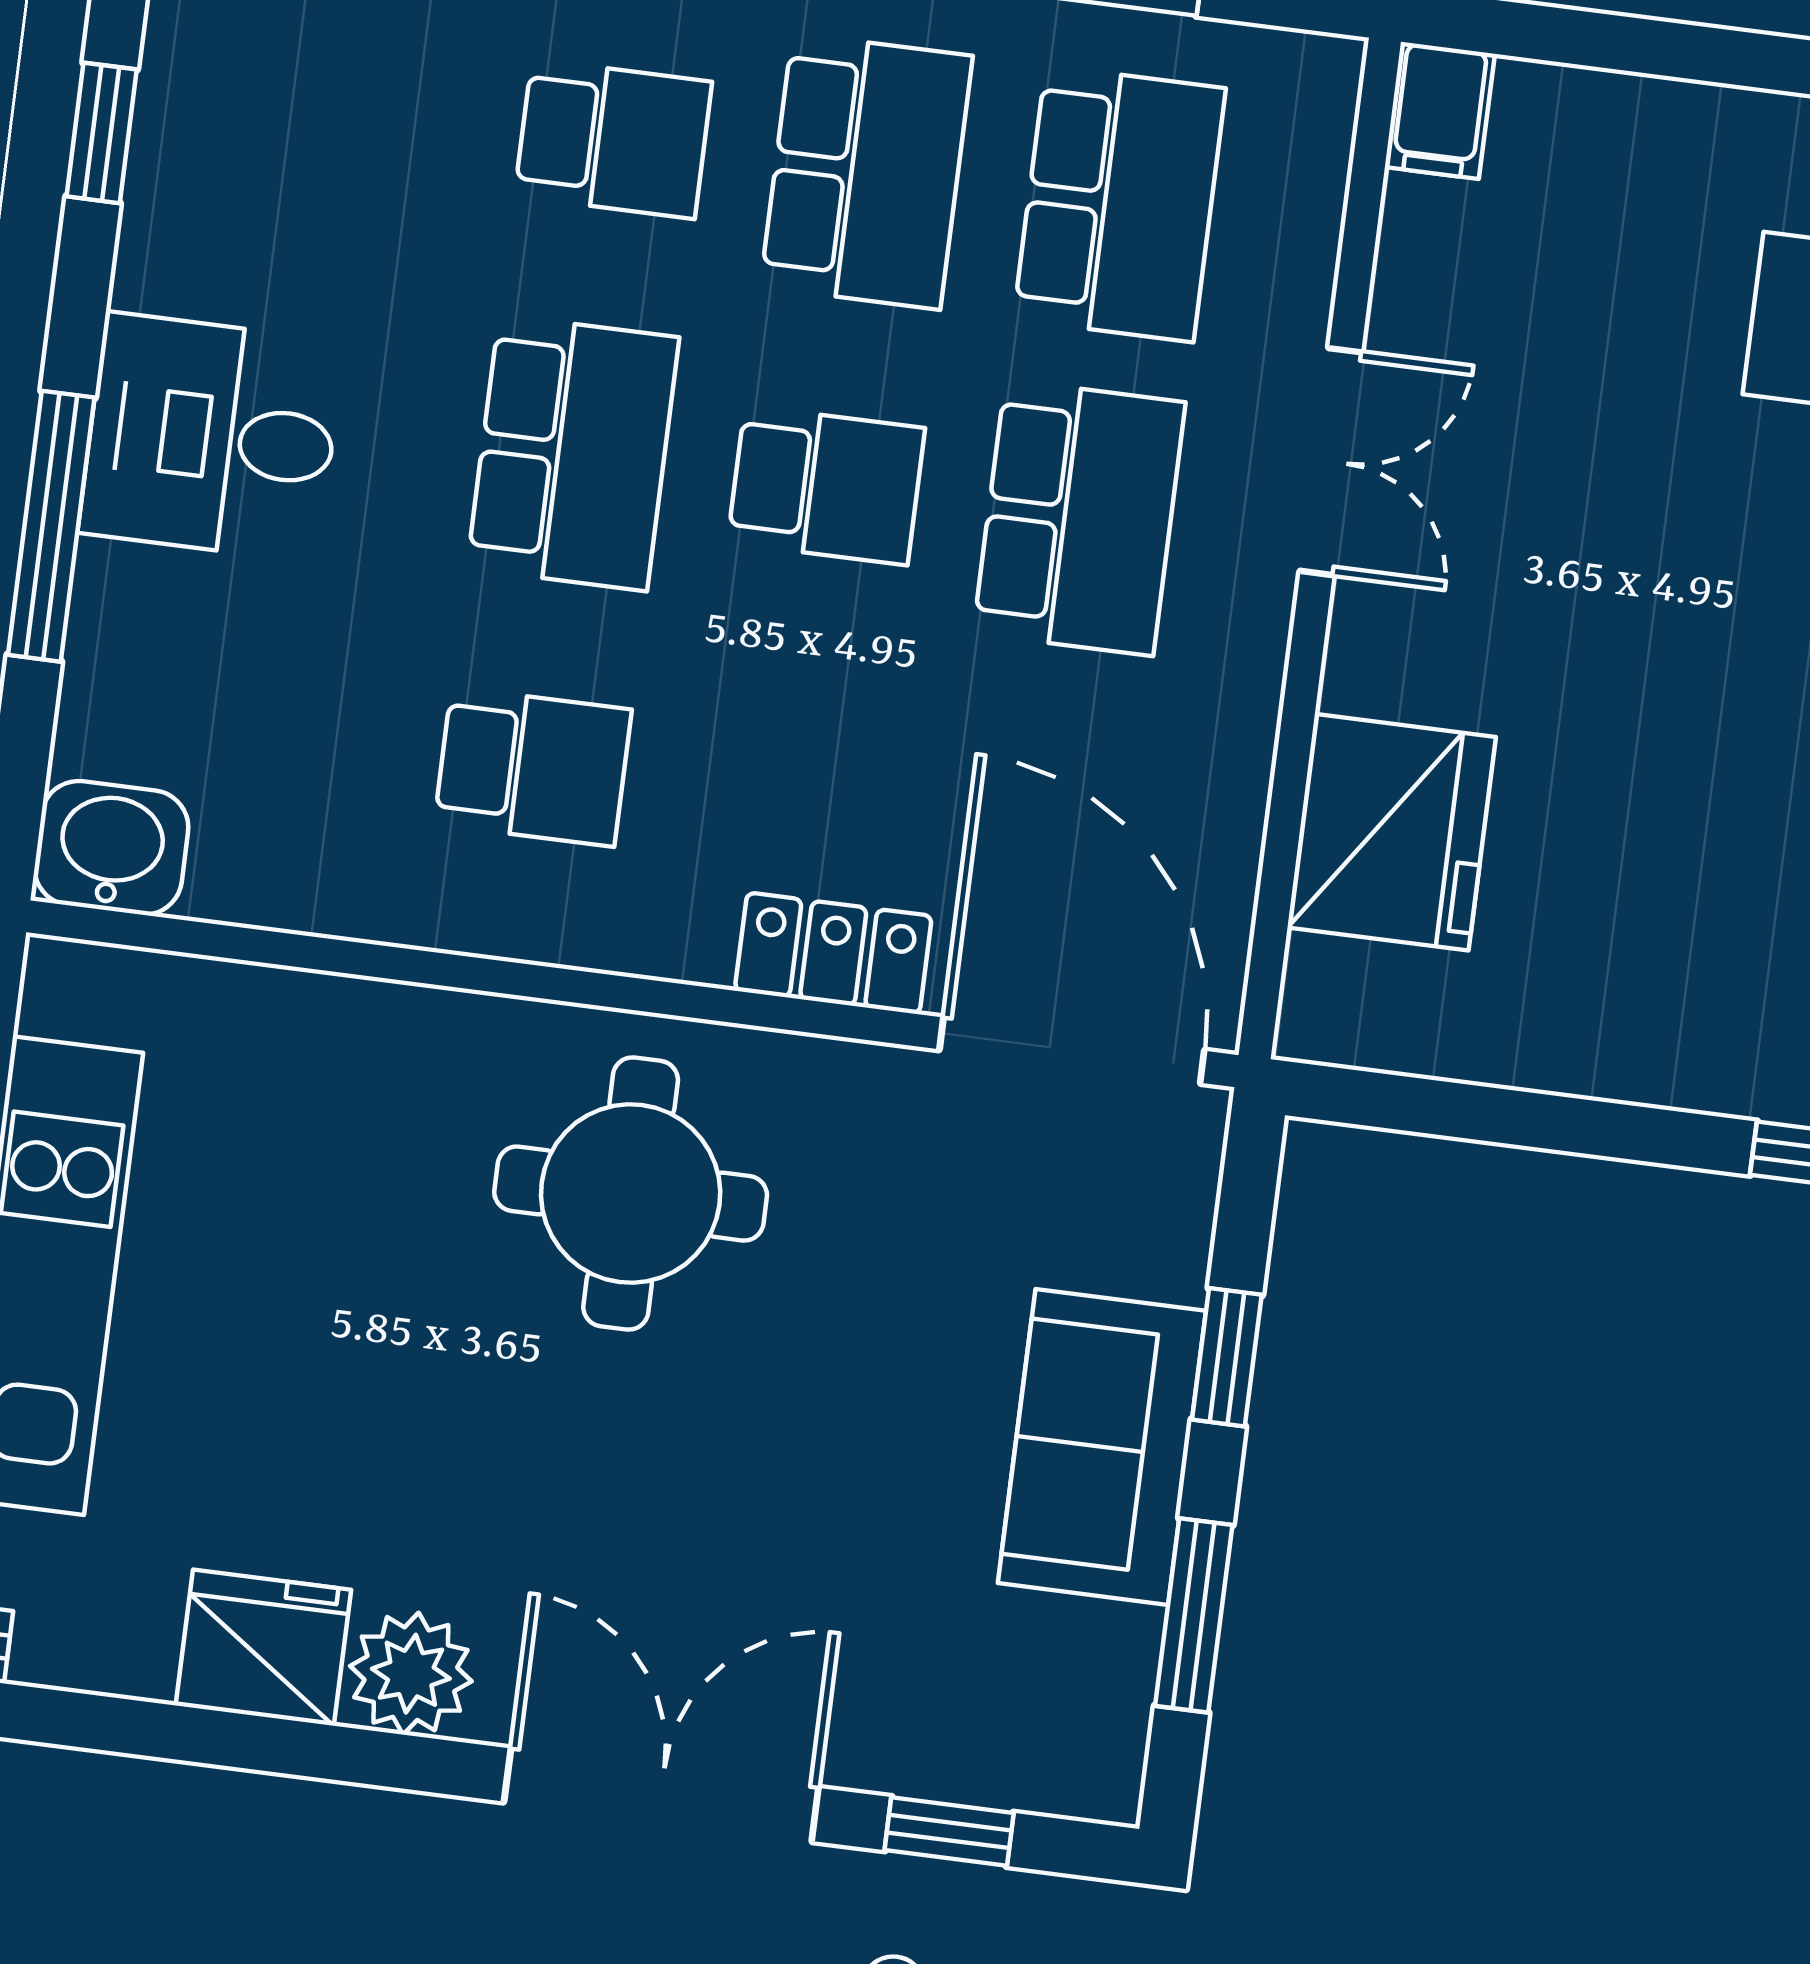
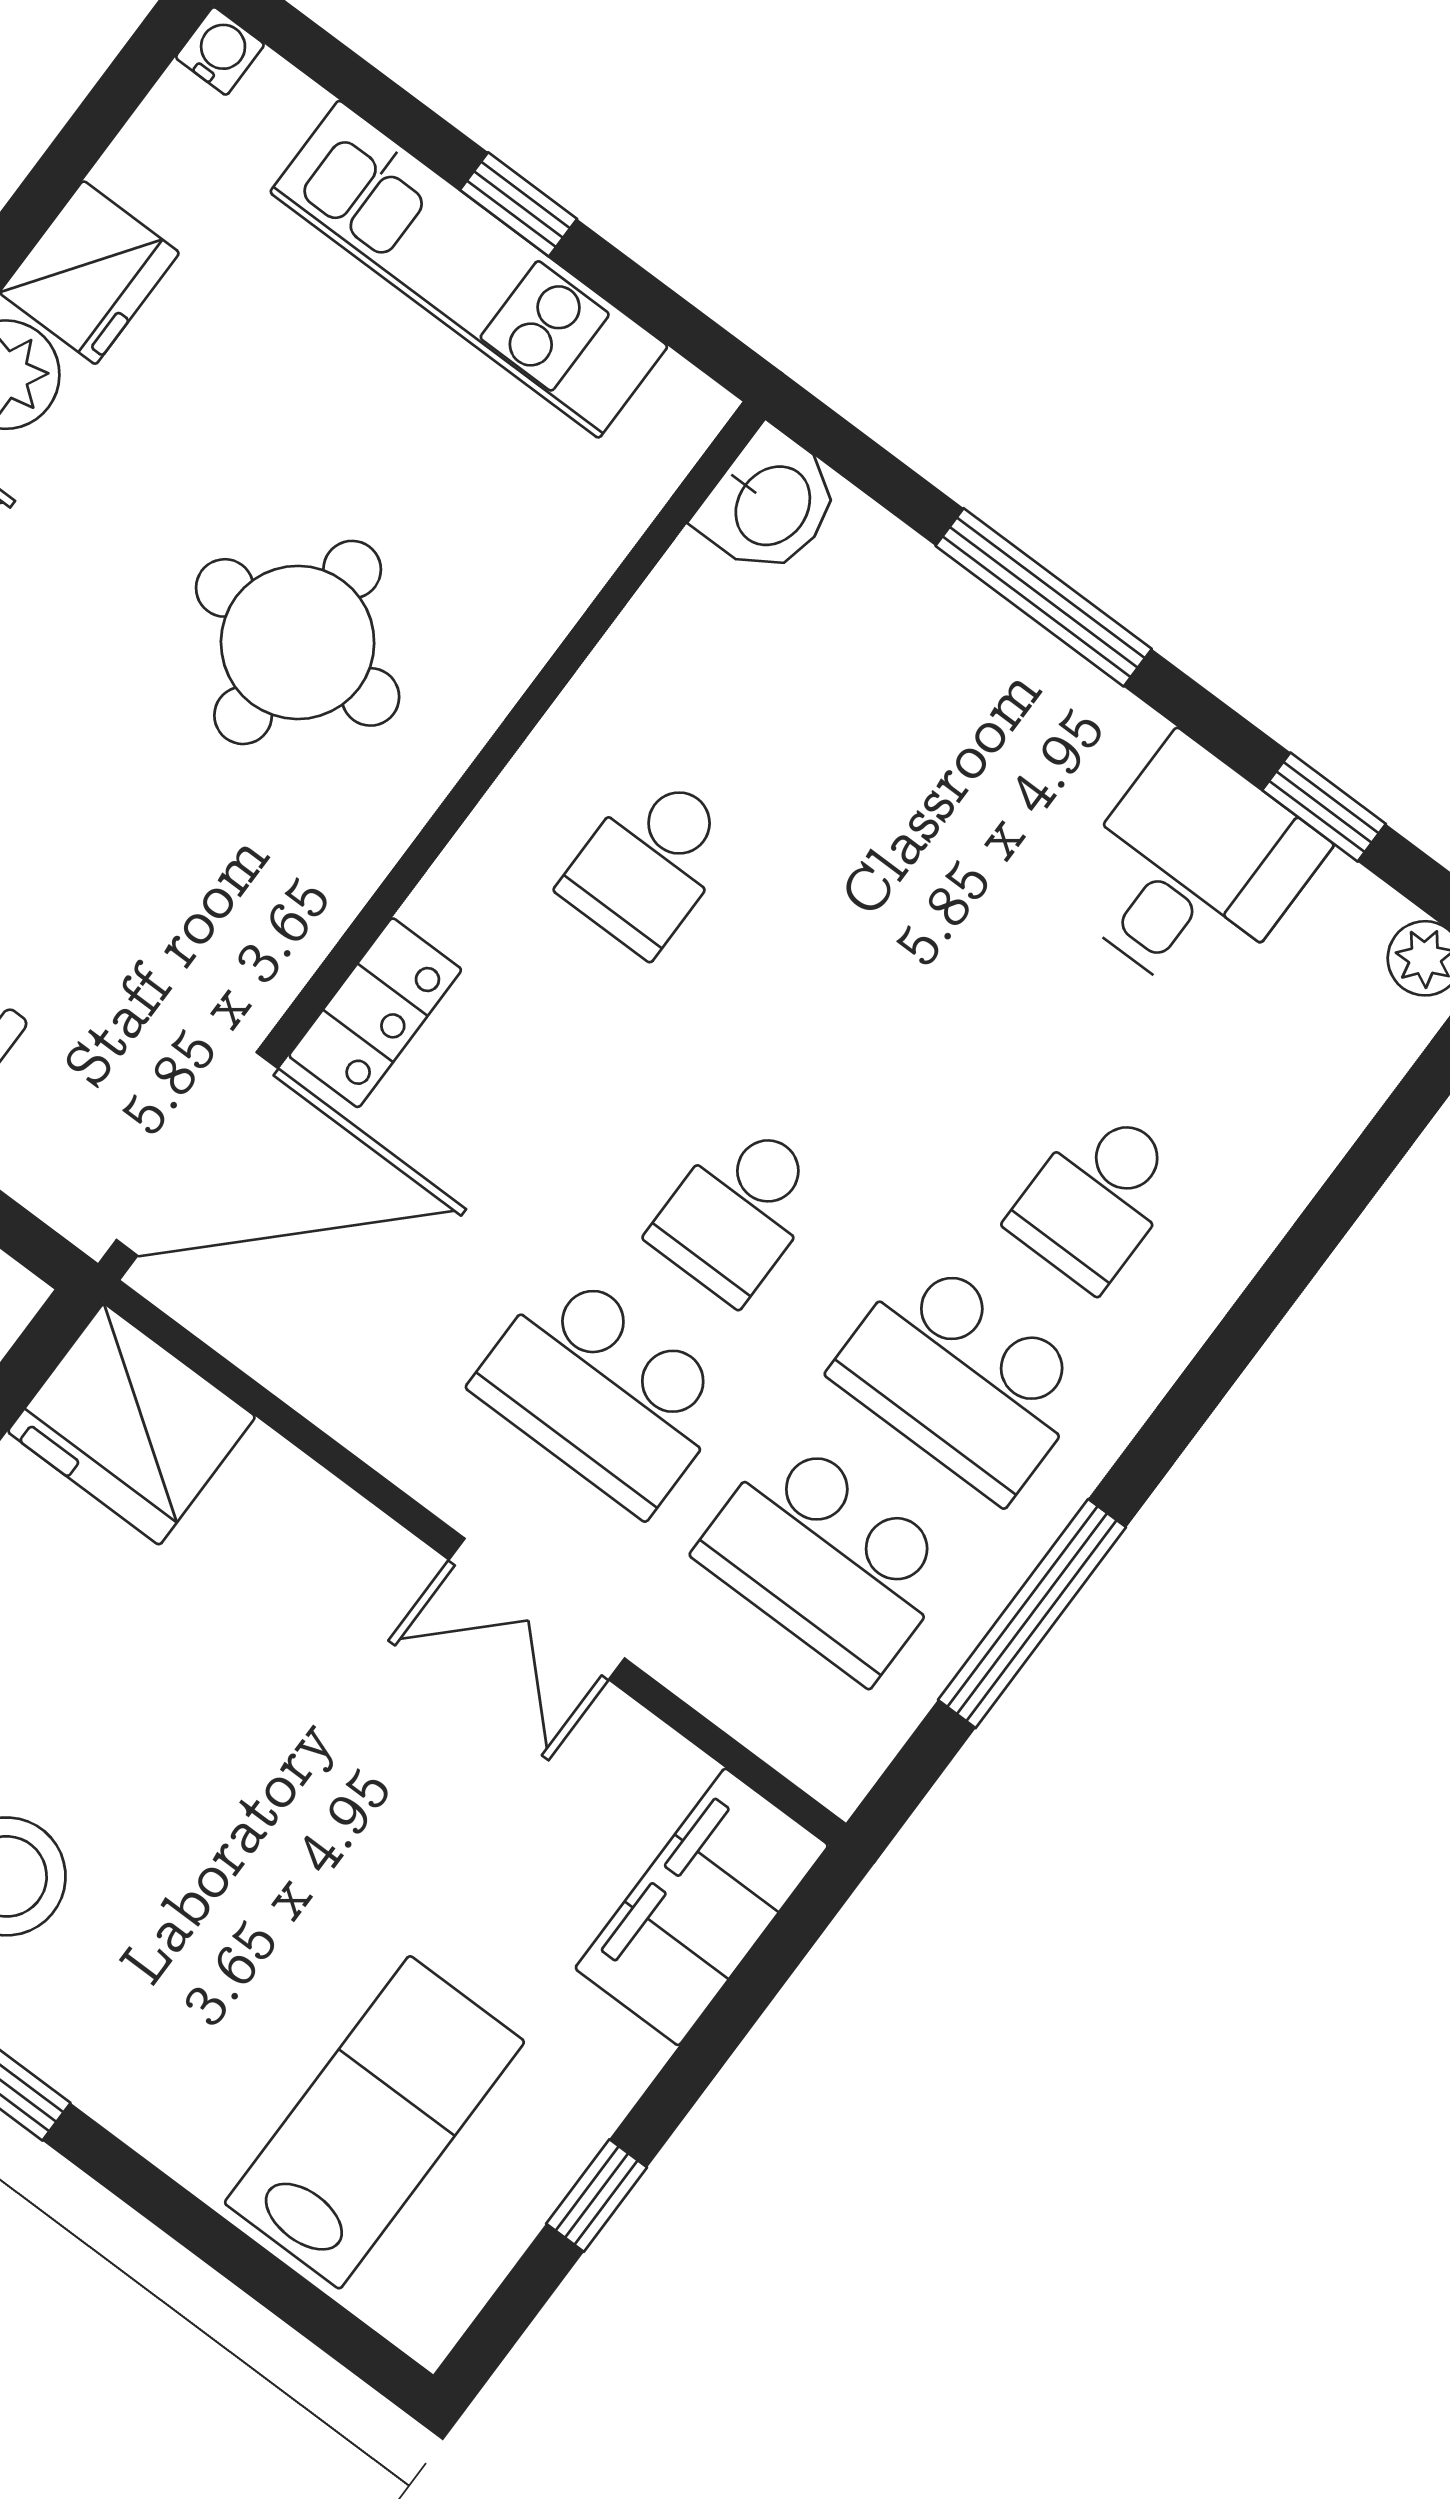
filing cabinet: (1440, 110) -> (702, 1907), width x3.00, depth x1.17
desk: (211, 437) -> (1192, 871), moved
school desk: (573, 453) -> (873, 1030), removed
fridge: (1392, 832) -> (132, 1424), moved
round table: (631, 1194) -> (298, 642), moved

